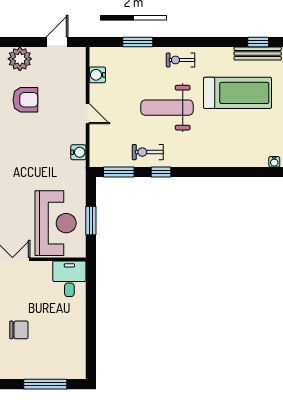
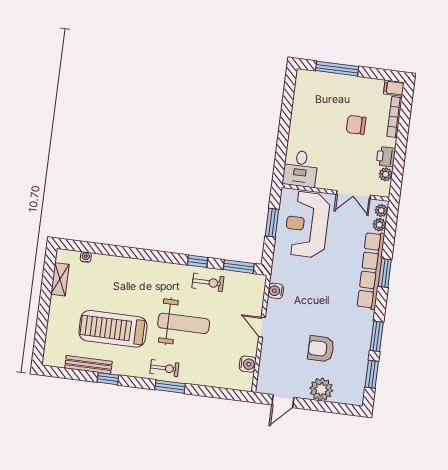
window: (138, 42) -> (170, 387), moved
window: (258, 42) -> (108, 379), moved

